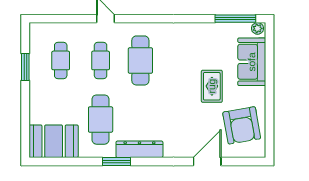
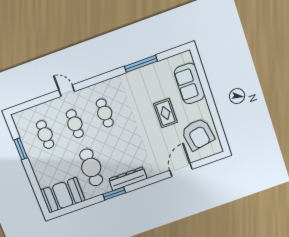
window: (235, 19) -> (141, 64), moved
plant: (258, 28) -> (185, 56), removed
cafe table: (140, 60) -> (105, 113), width x0.73, depth x0.74

